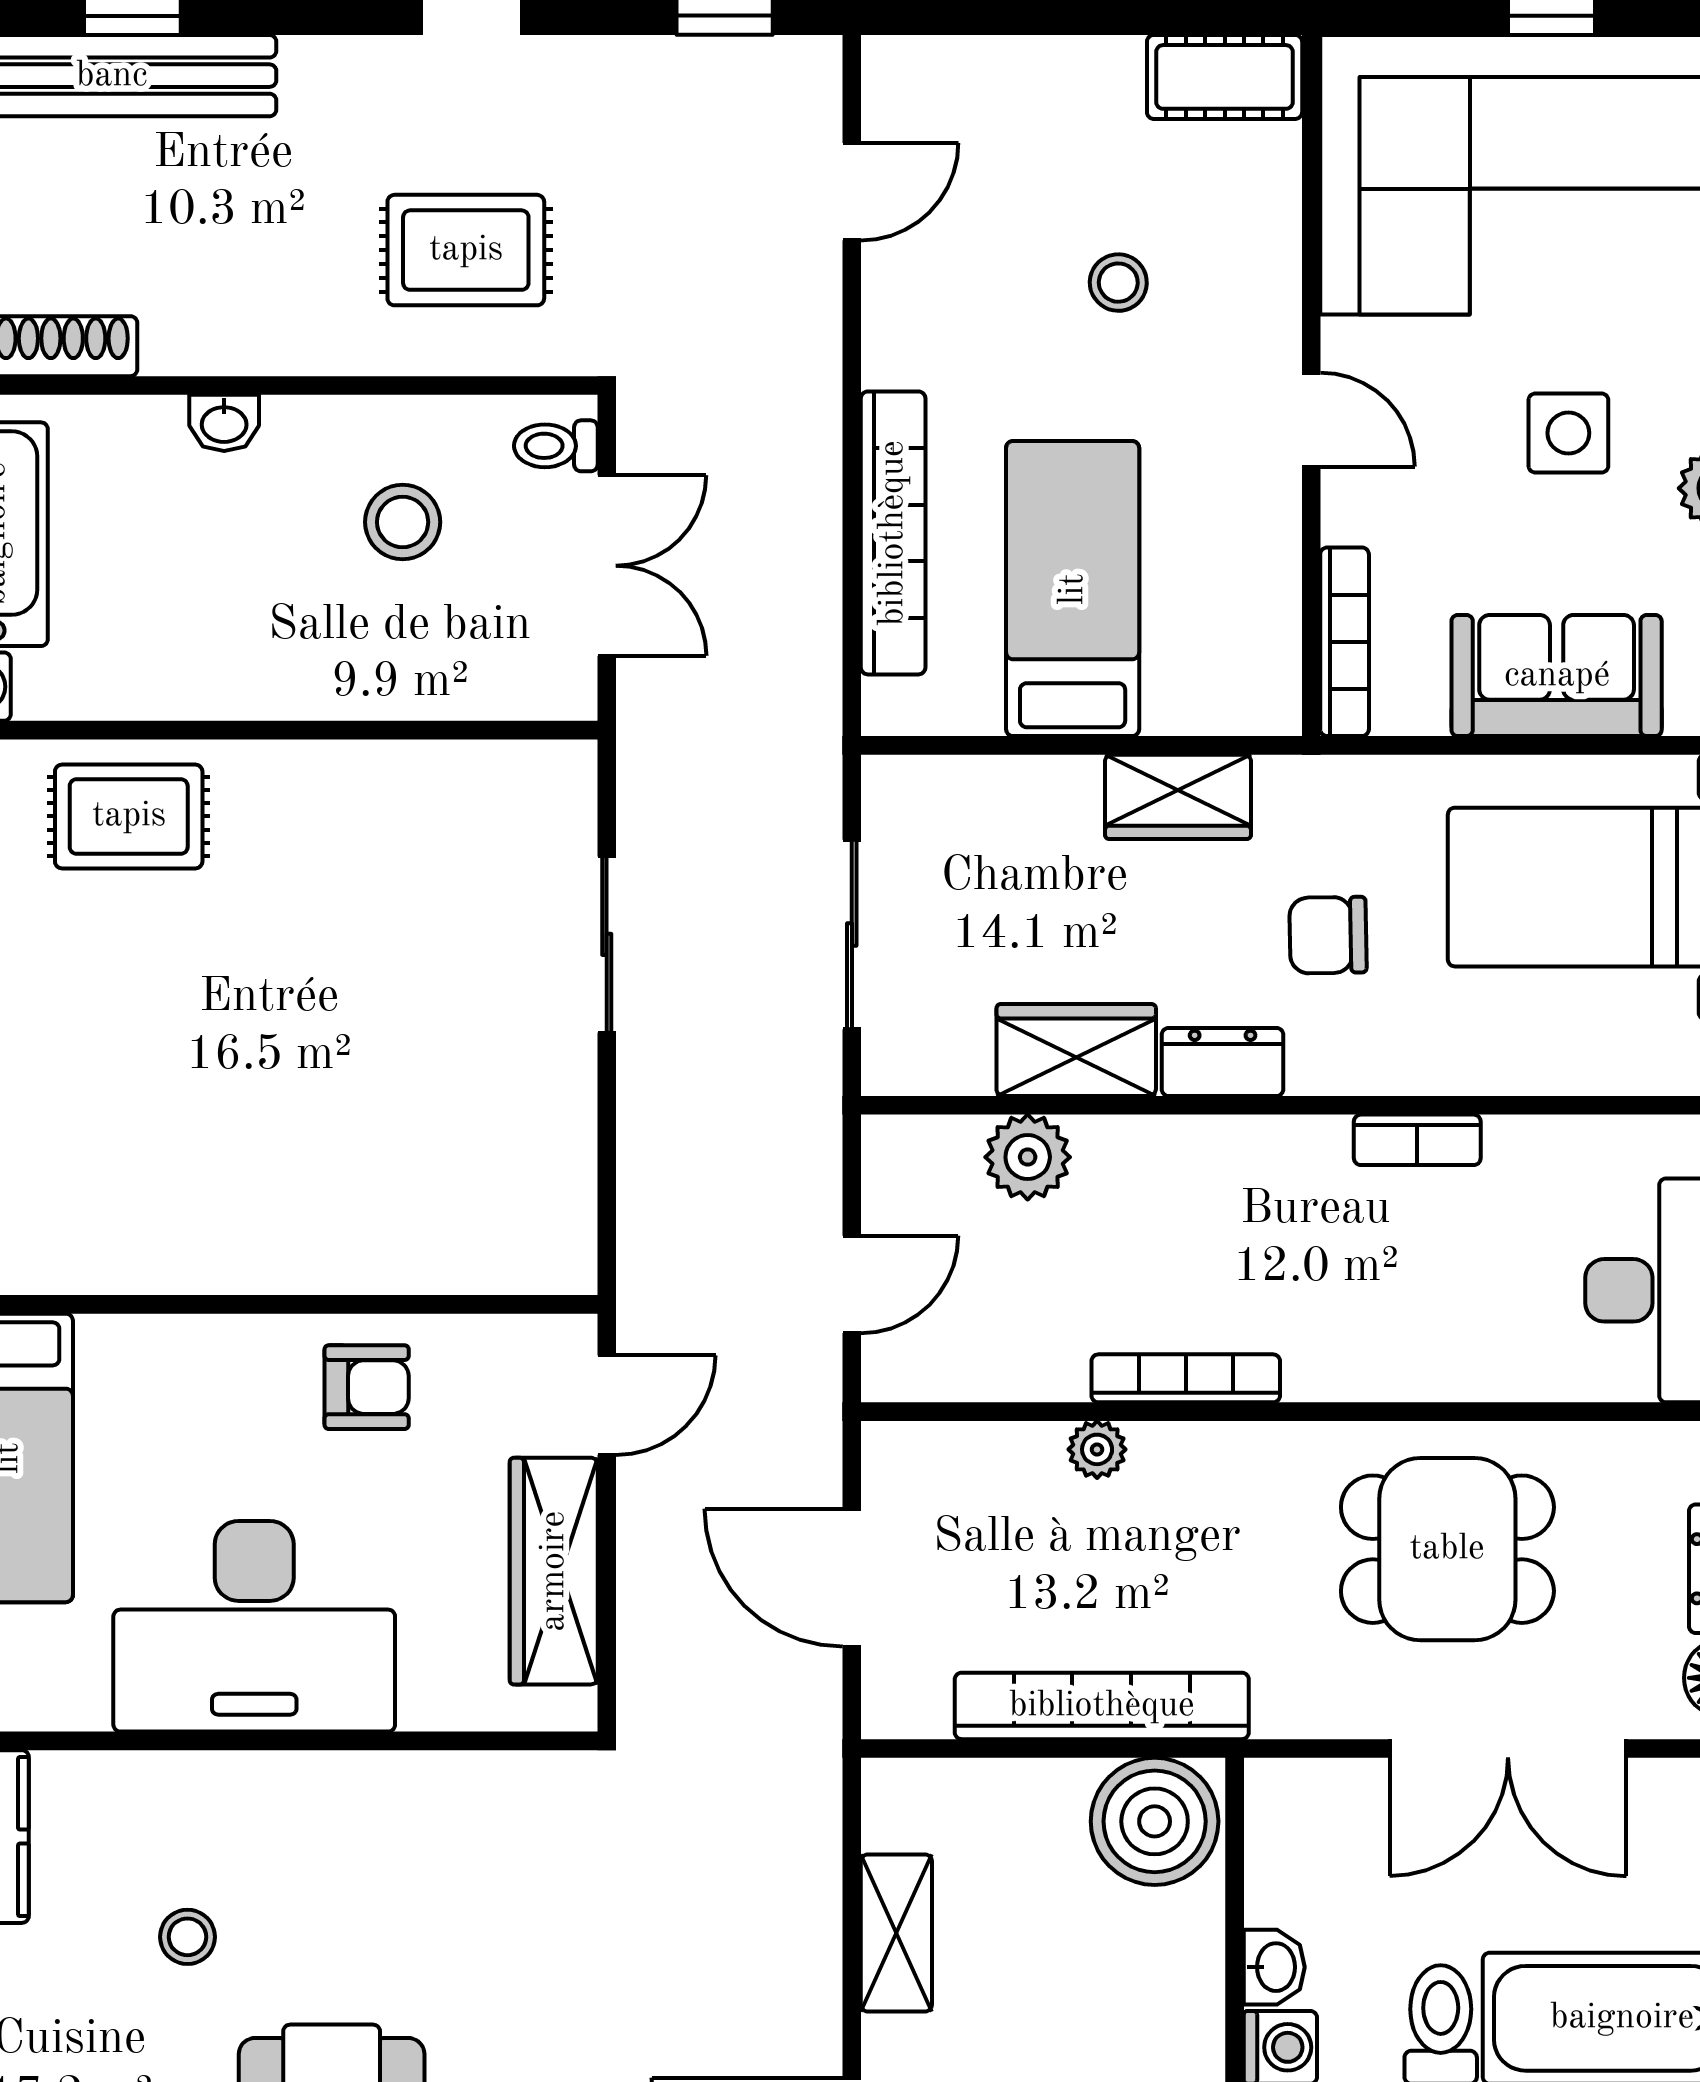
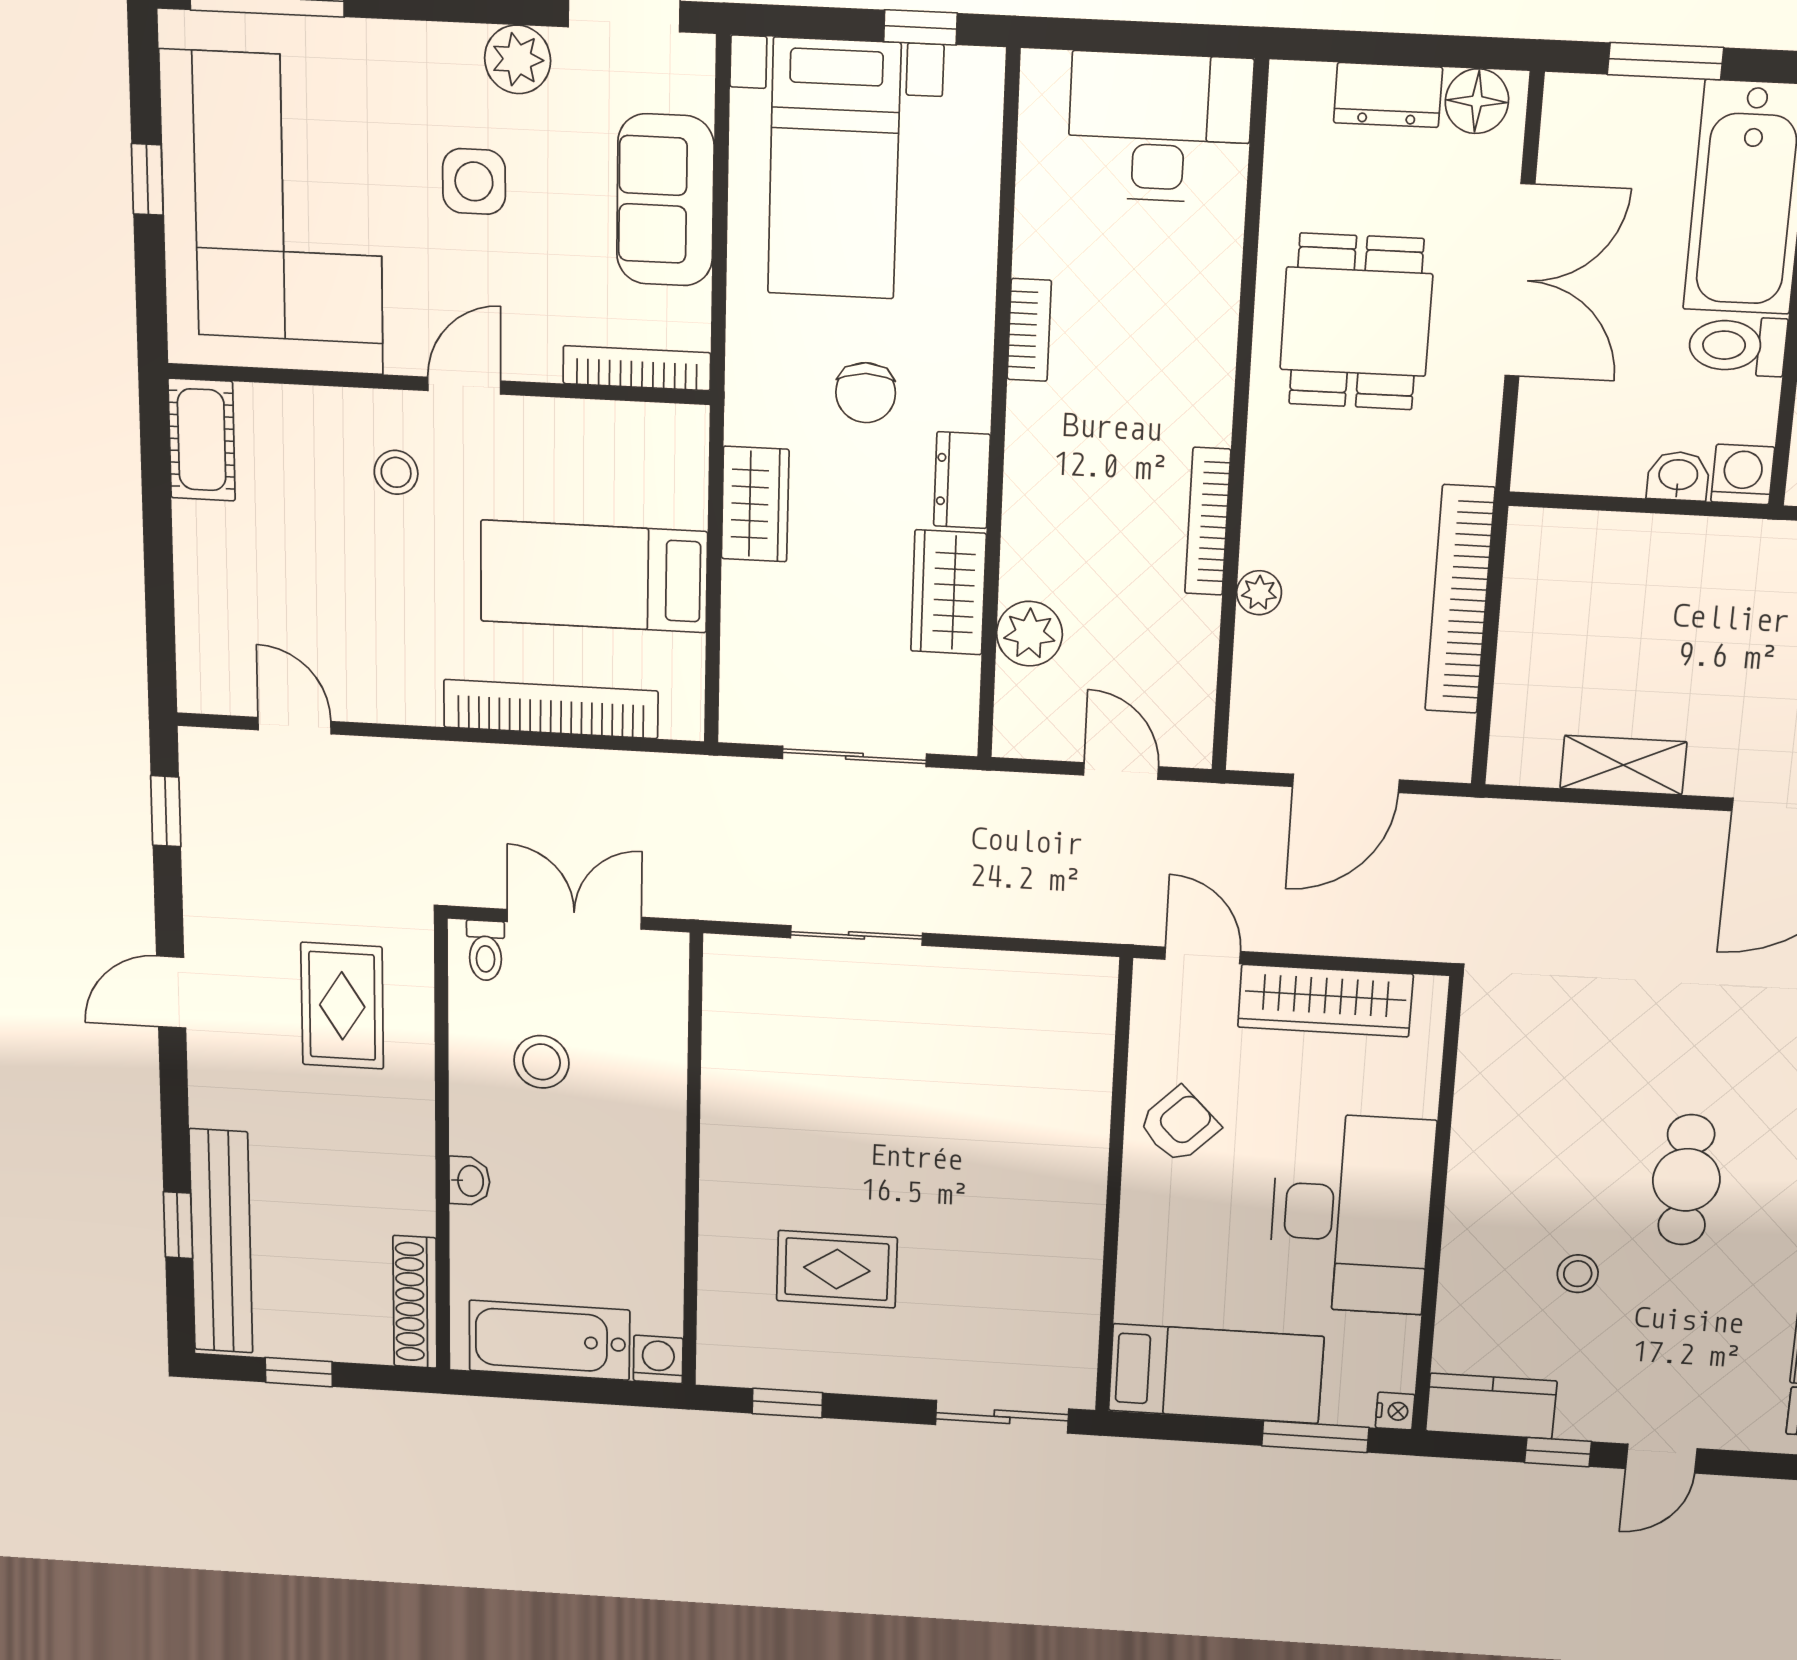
stool: (1118, 283) -> (396, 472), moved
rug: (129, 816) -> (837, 1269), moved, turned 90
armchair: (367, 1387) -> (1179, 1125), turned 45
boiler: (1155, 1821) -> (1554, 564), removed

